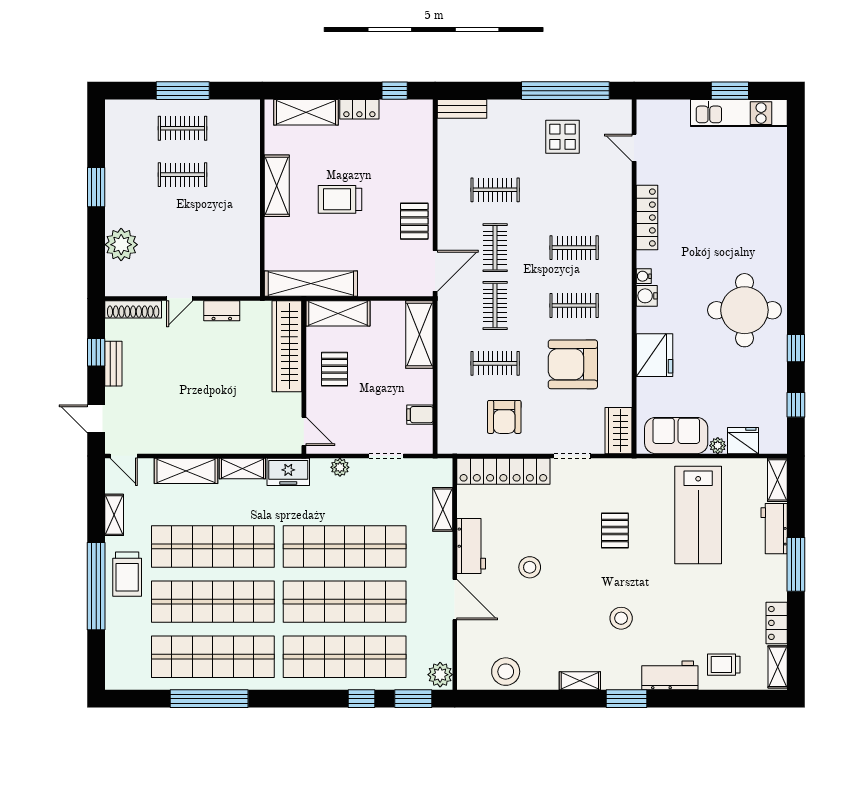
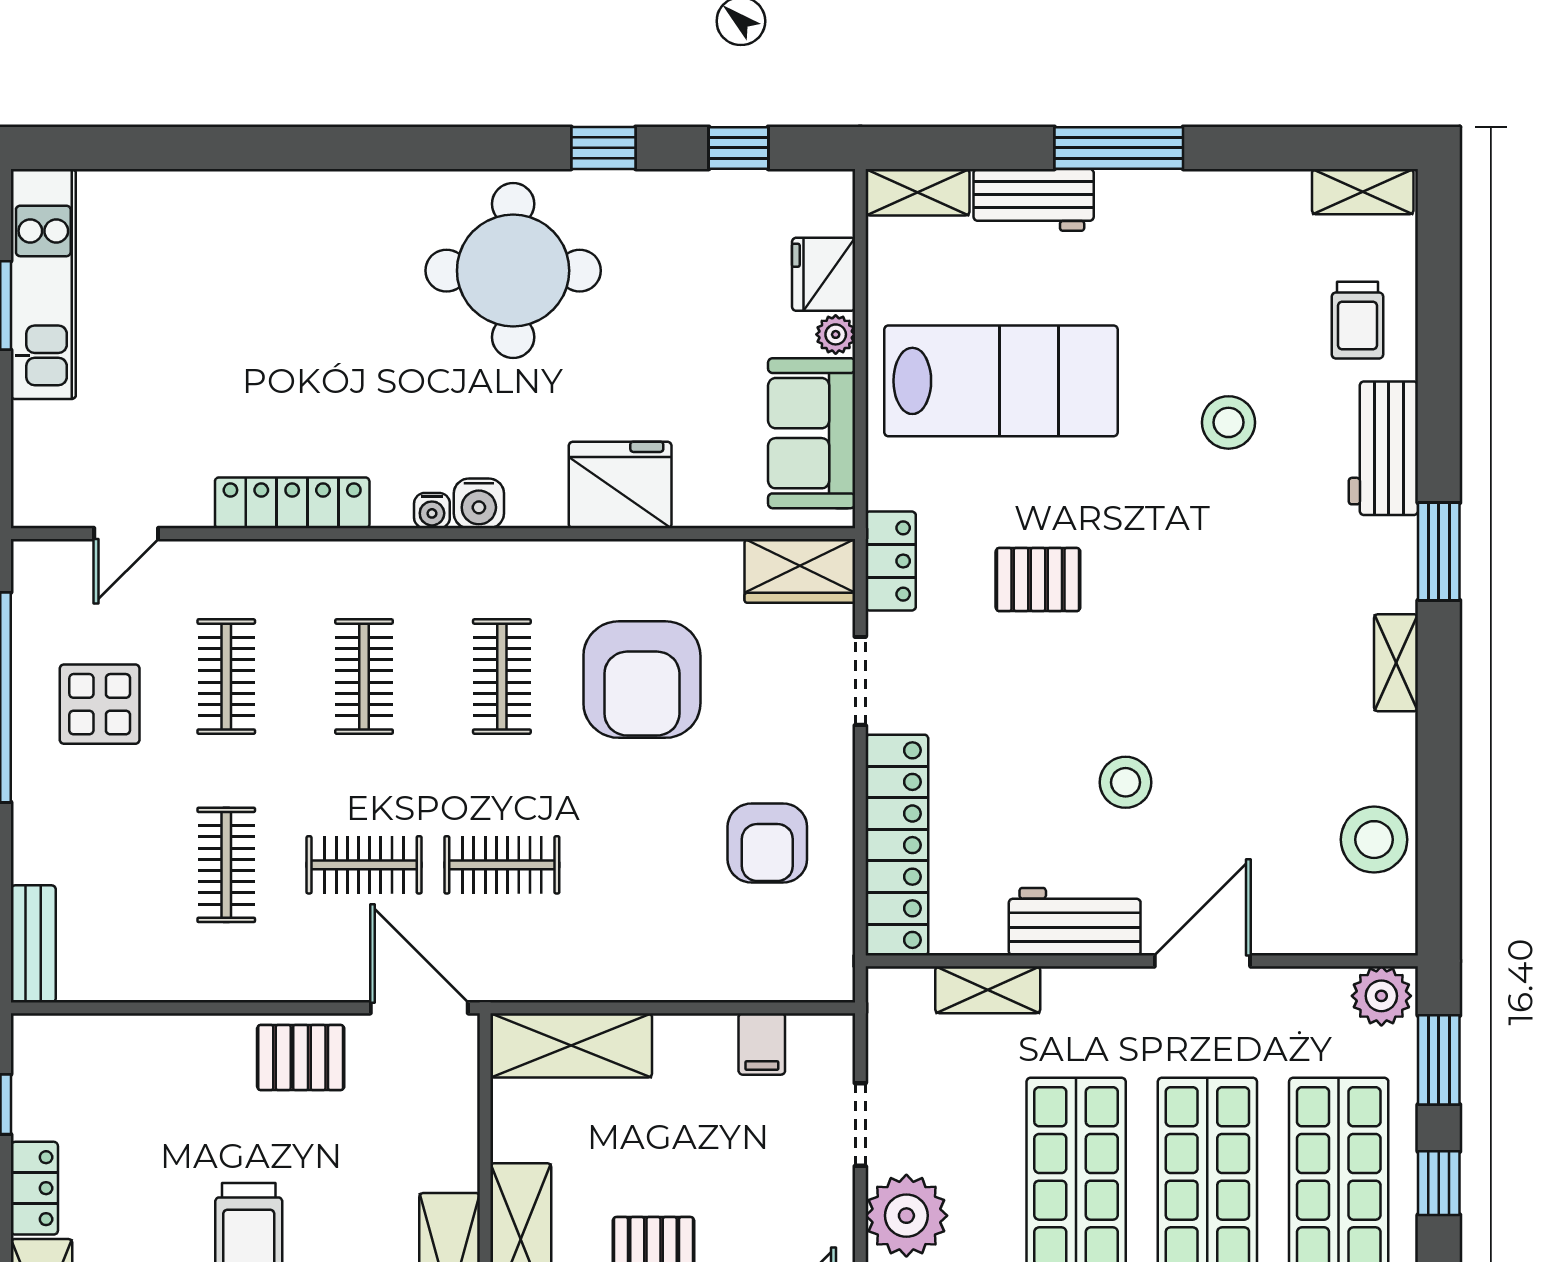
clothes rail: (495, 363) -> (226, 677), moved
armchair: (504, 417) -> (767, 843), turned 90
plant: (340, 467) -> (906, 1216), width x1.87, depth x1.87
stool: (621, 618) -> (1229, 422), moved
locker: (777, 623) -> (891, 561), moved, turned -90

